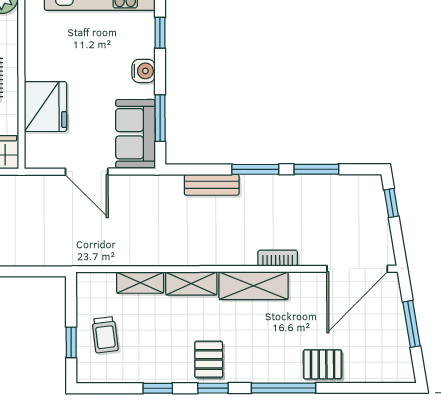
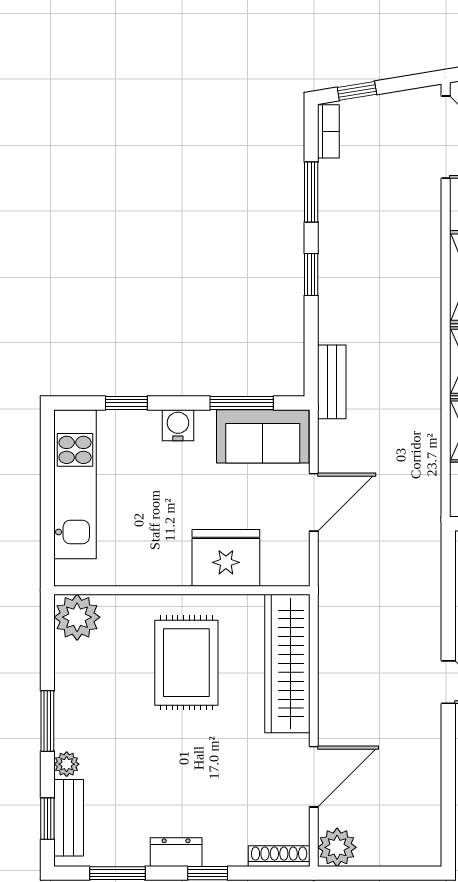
window: (255, 169) -> (311, 275), width x0.67
bench: (212, 185) -> (332, 382), moved
bookcase: (278, 258) -> (328, 131), moved, turned 180

